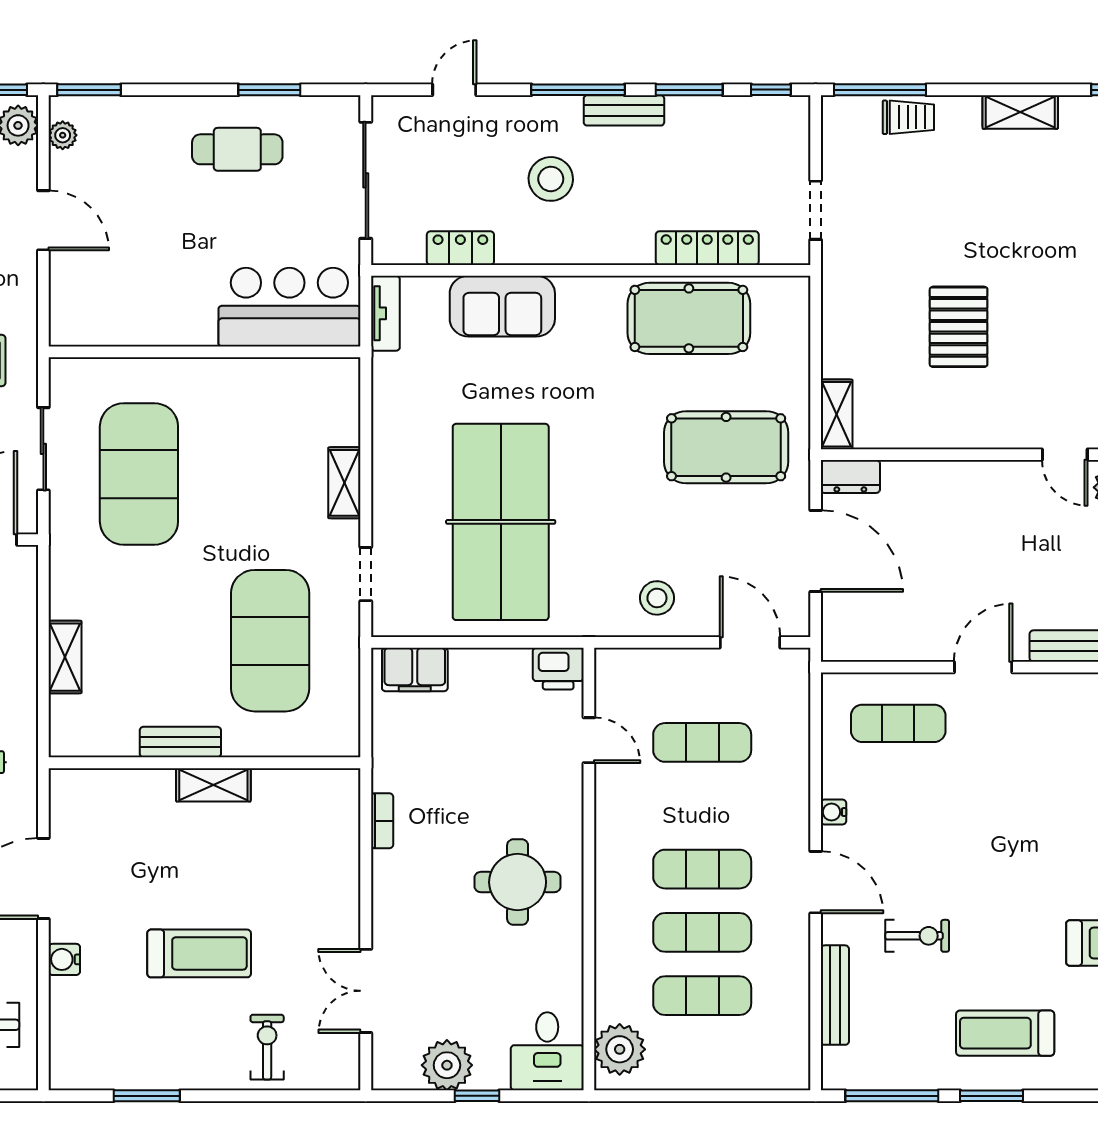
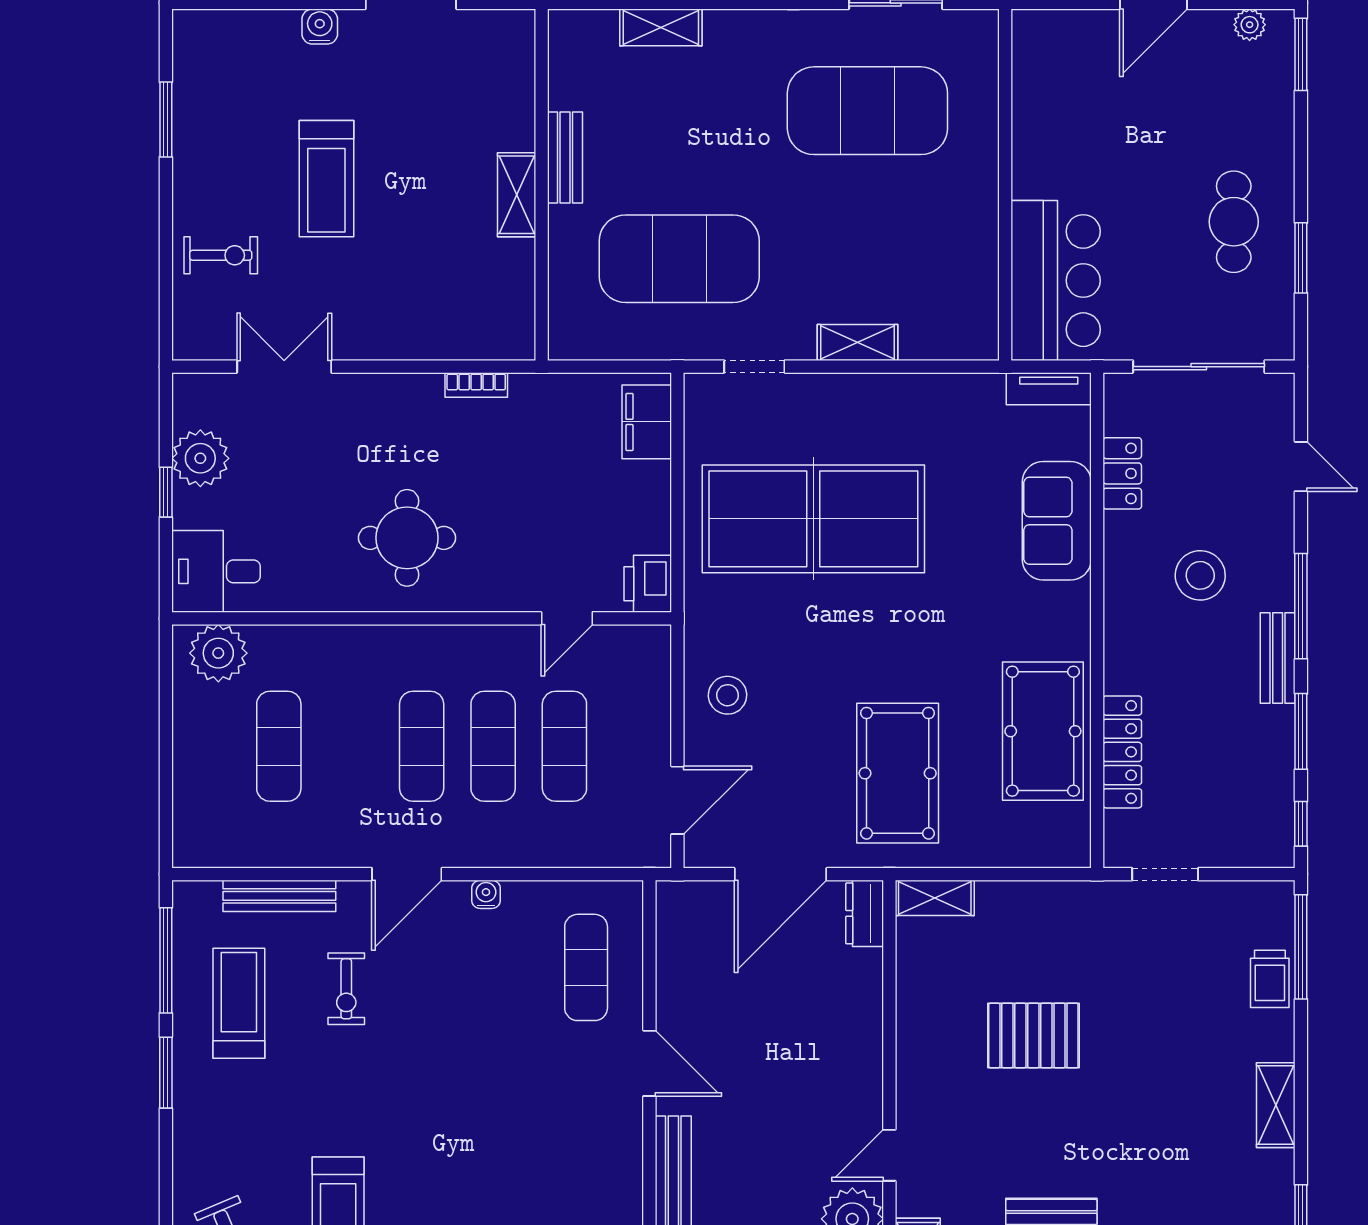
exercise mat: (702, 932) -> (493, 746), moved
treadmill: (1005, 1033) -> (239, 1003), moved

